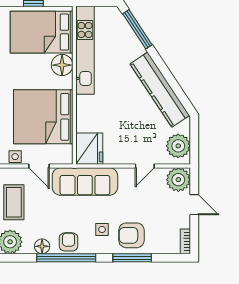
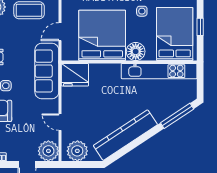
floor lamp: (62, 65) -> (136, 51), moved
side table: (15, 157) -> (142, 11), moved

